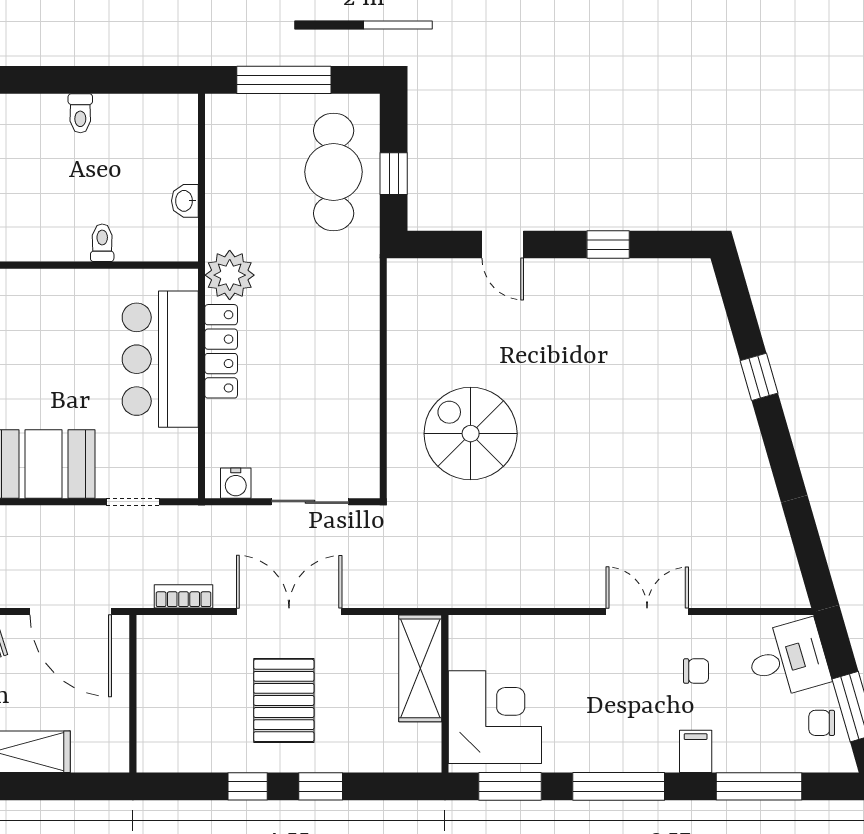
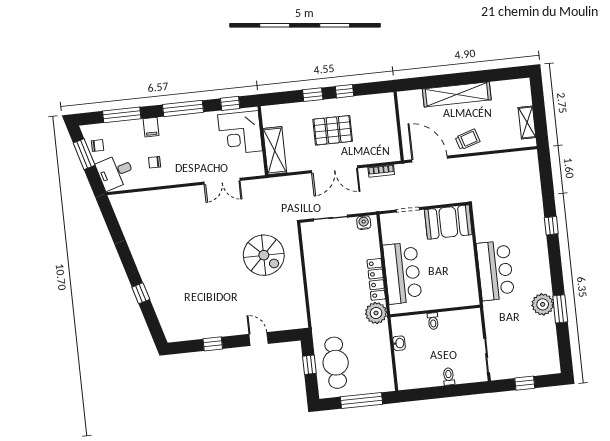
double door: (647, 612) -> (222, 181), moved
pallet: (284, 700) -> (333, 130), turned 90
window: (510, 786) -> (230, 103), width x0.67

